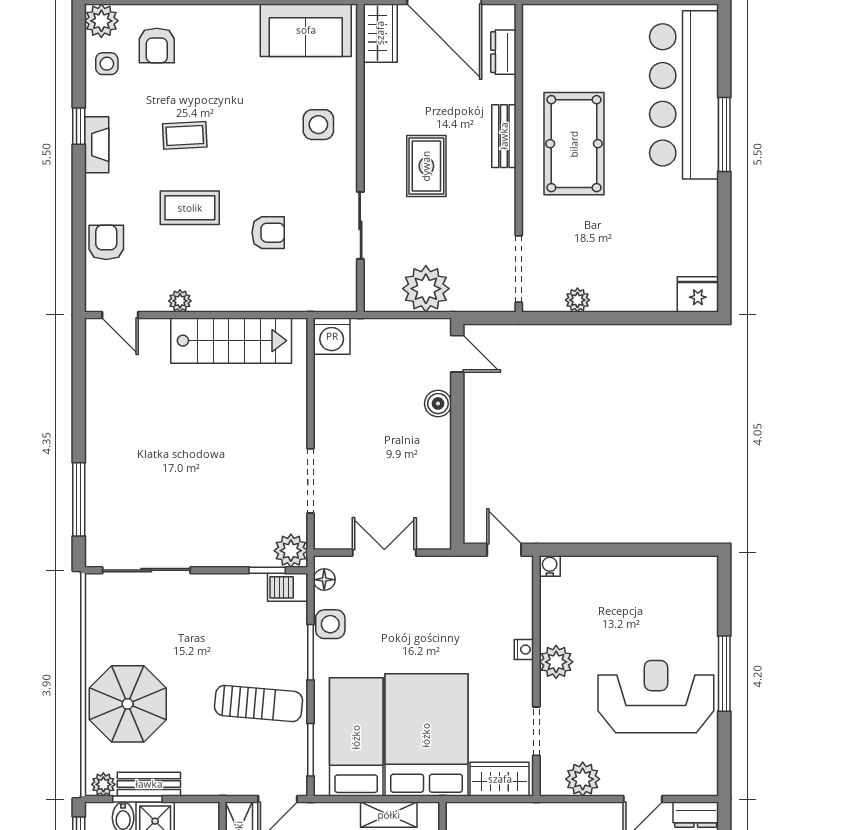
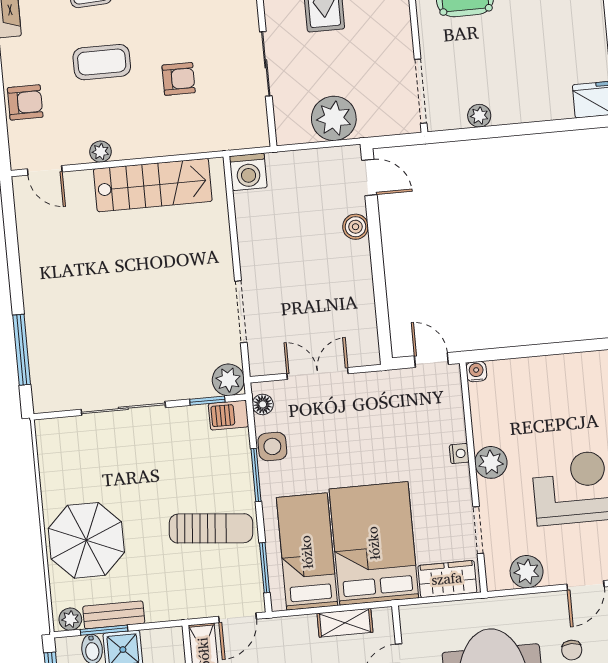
armchair: (106, 242) -> (25, 102), turned 90
sliding door: (146, 570) -> (123, 408), moved

